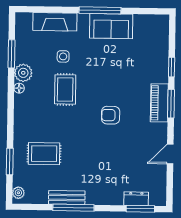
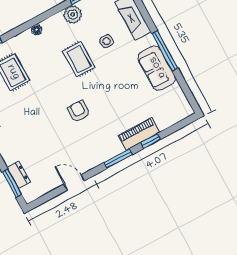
floor lamp: (19, 88) -> (37, 30), moved
rug: (65, 89) -> (79, 59), turned 90
piano: (159, 103) -> (139, 134), moved

